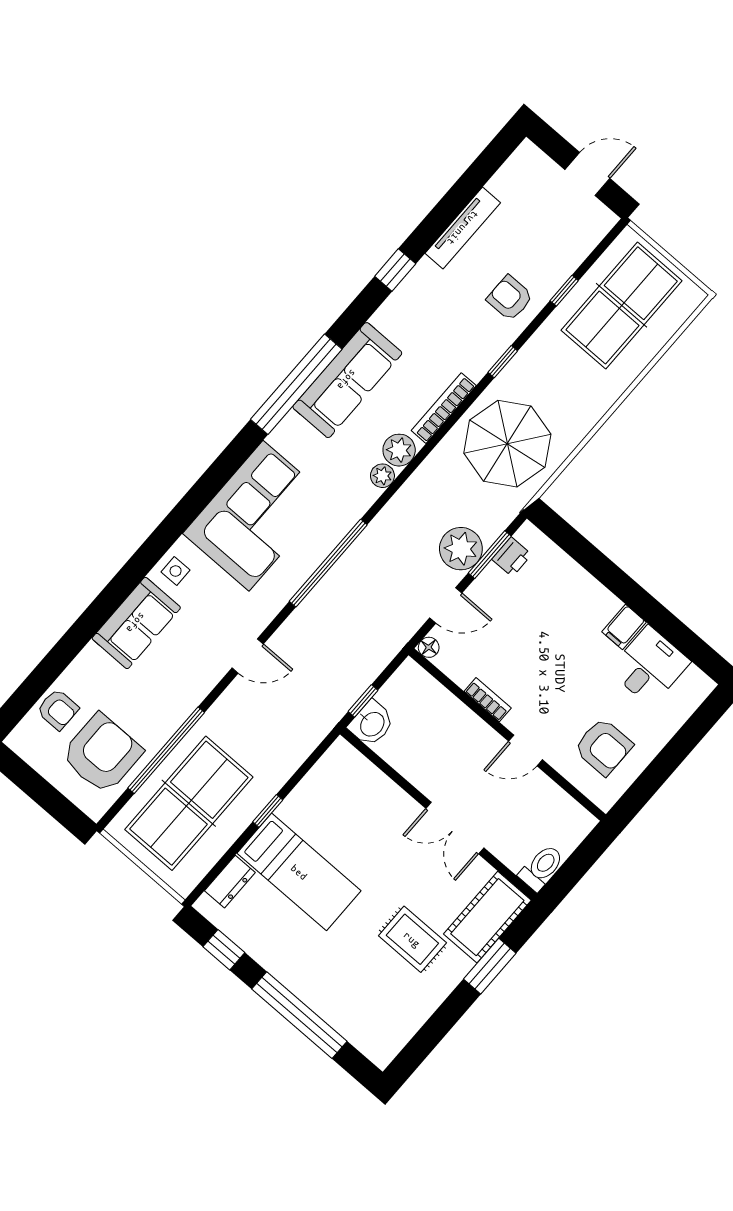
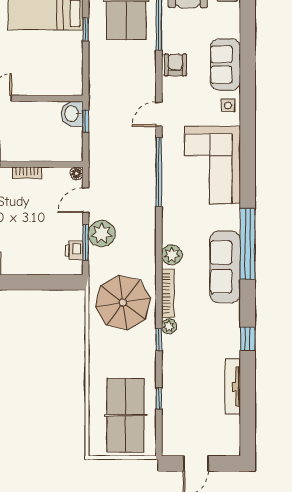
armchair: (510, 298) -> (175, 65), moved, turned -90
plant: (382, 476) -> (169, 326), moved
door: (248, 656) -> (159, 114), moved

